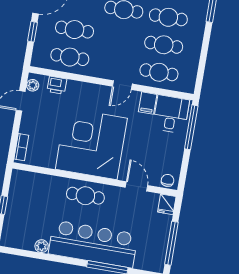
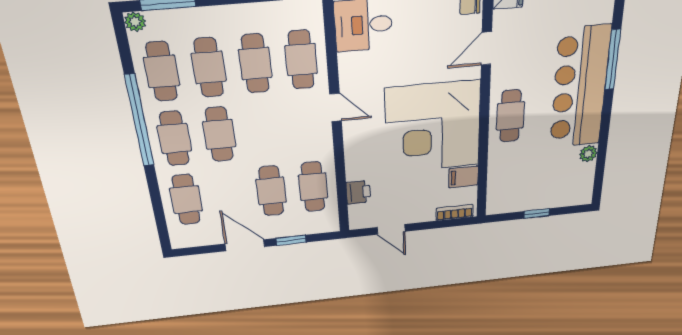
plant: (33, 85) -> (366, 221), removed
filing cabinet: (148, 103) -> (463, 177), moved, turned 180

